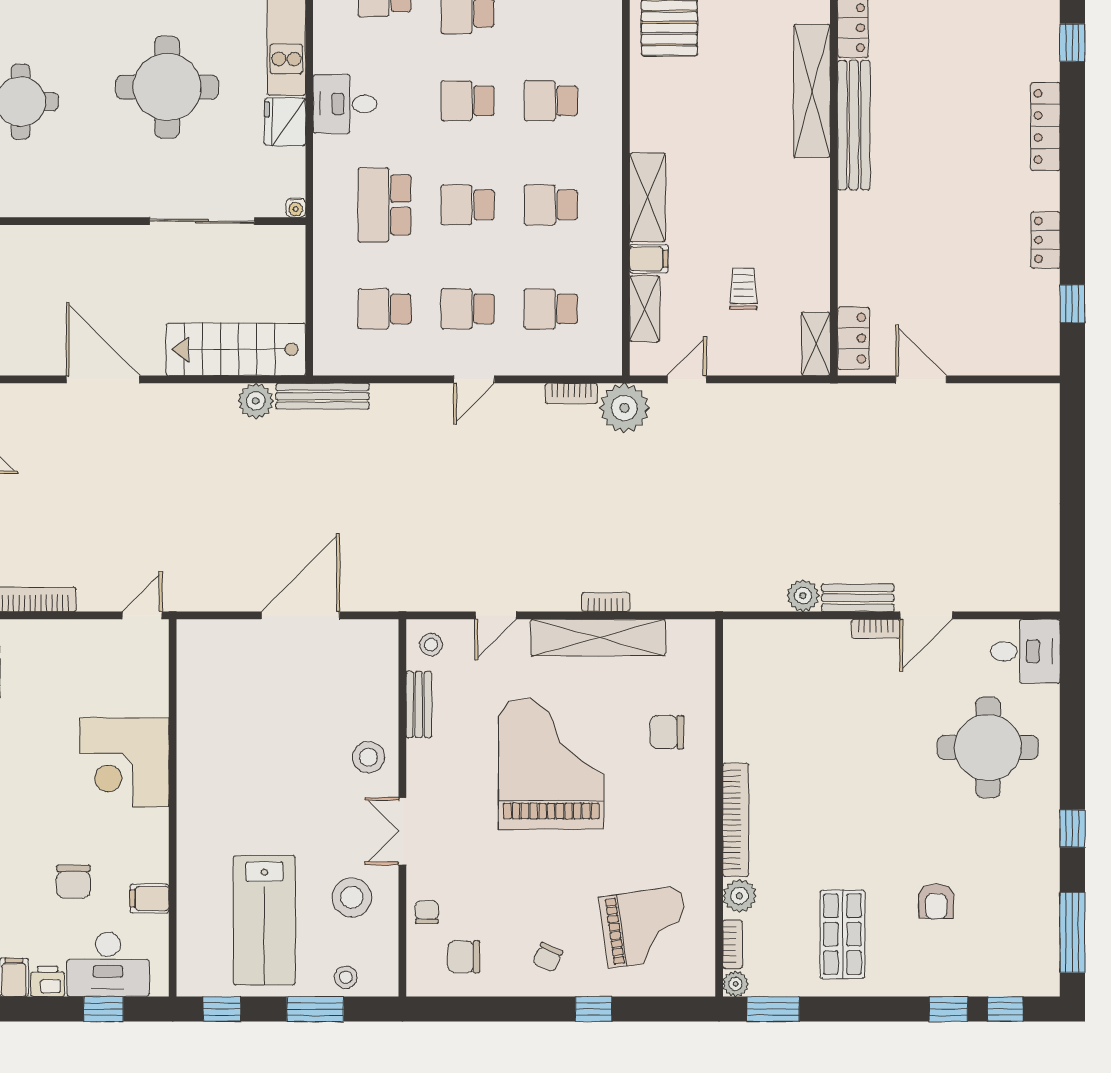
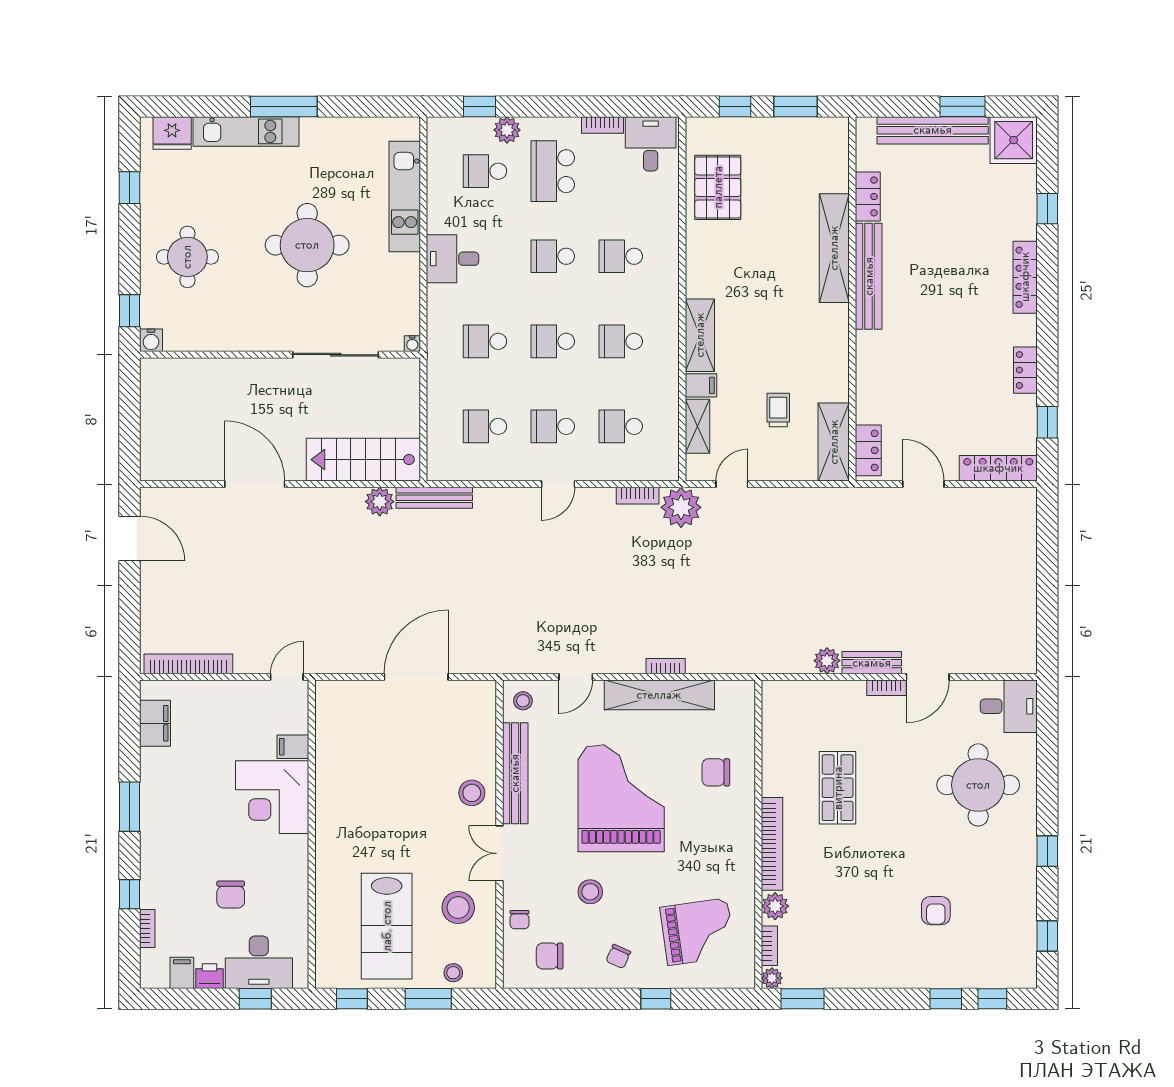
fridge: (285, 122) -> (404, 273), removed
school desk: (384, 205) -> (485, 341), width x0.54
shelving: (816, 344) -> (834, 442), width x1.50, depth x1.33
locker: (1013, 360) -> (998, 468), added
bench: (419, 705) -> (515, 773), width x1.86, depth x1.21
stool: (513, 878) -> (590, 892), added
filing cabinet: (150, 899) -> (293, 747), moved
chair: (427, 912) -> (520, 920), turned 180
window: (1072, 932) -> (1047, 936), width x0.46
shop shelf: (842, 934) -> (838, 788), moved

